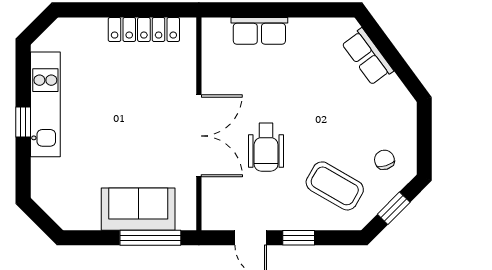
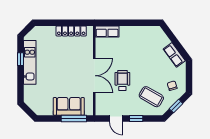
row of seats: (259, 31) -> (107, 32), moved
row of seats: (367, 57) -> (174, 55), moved
window: (23, 122) -> (20, 59), moved
wheelchair: (266, 147) -> (122, 80), turned 180

